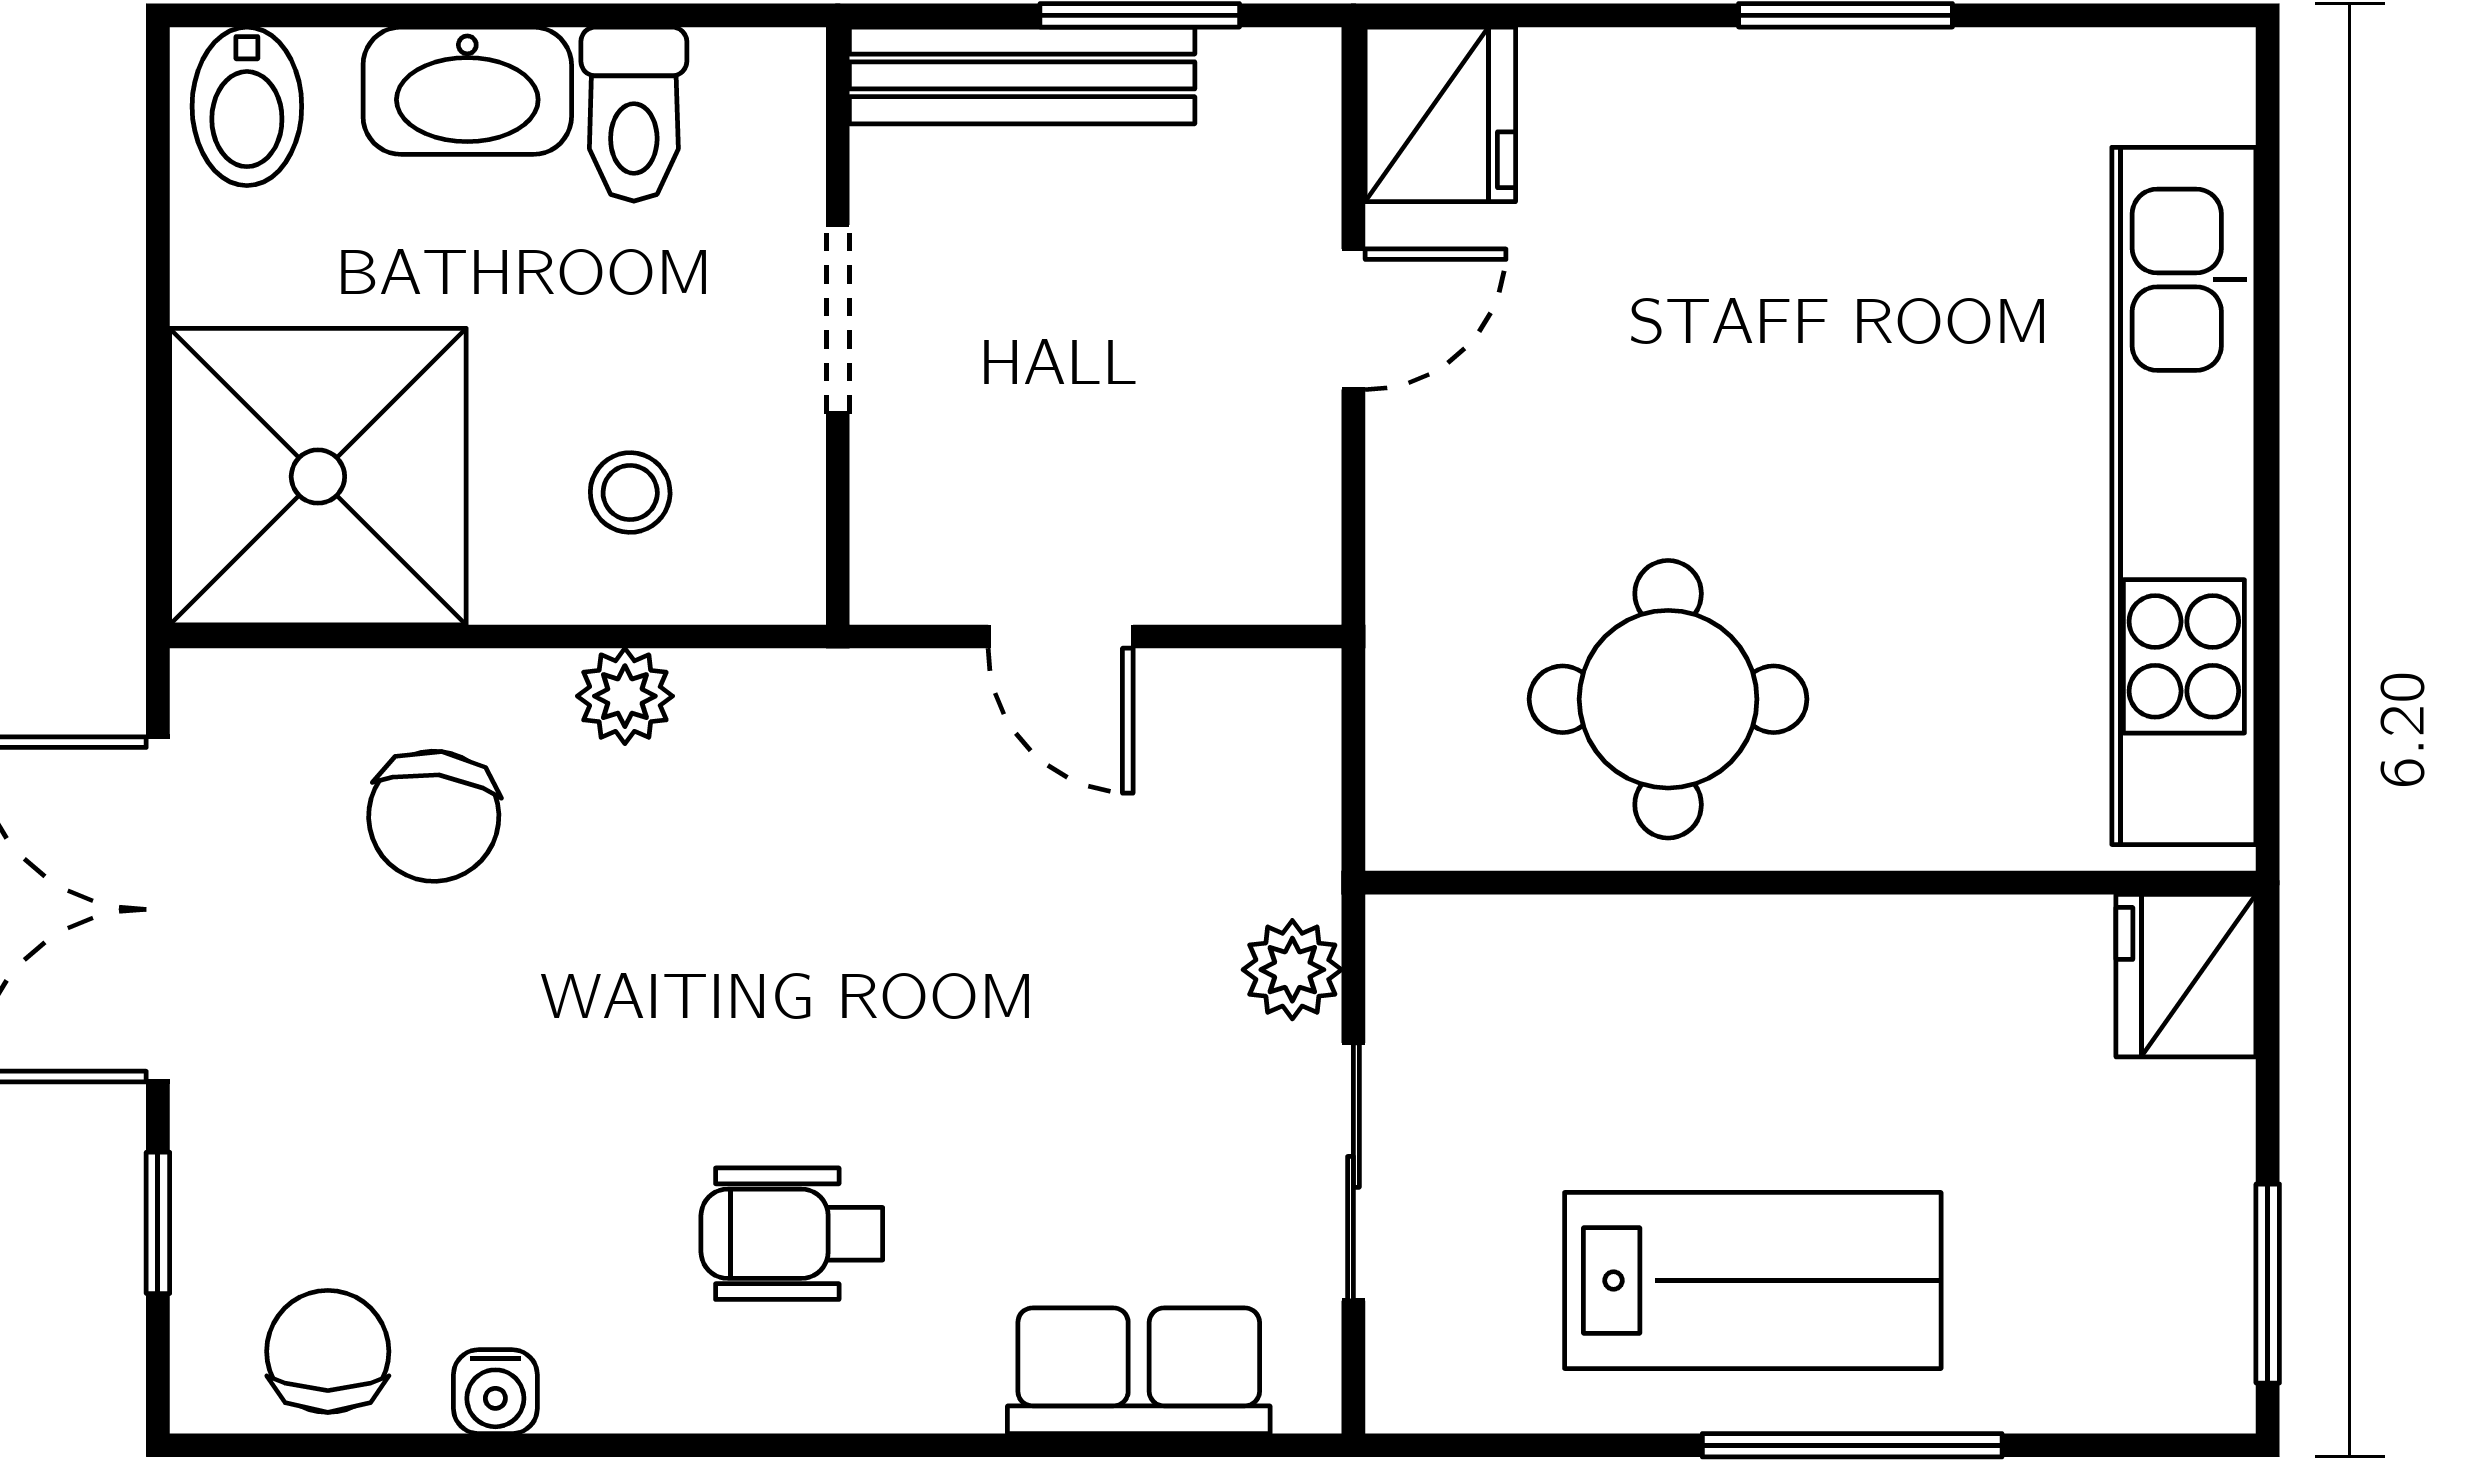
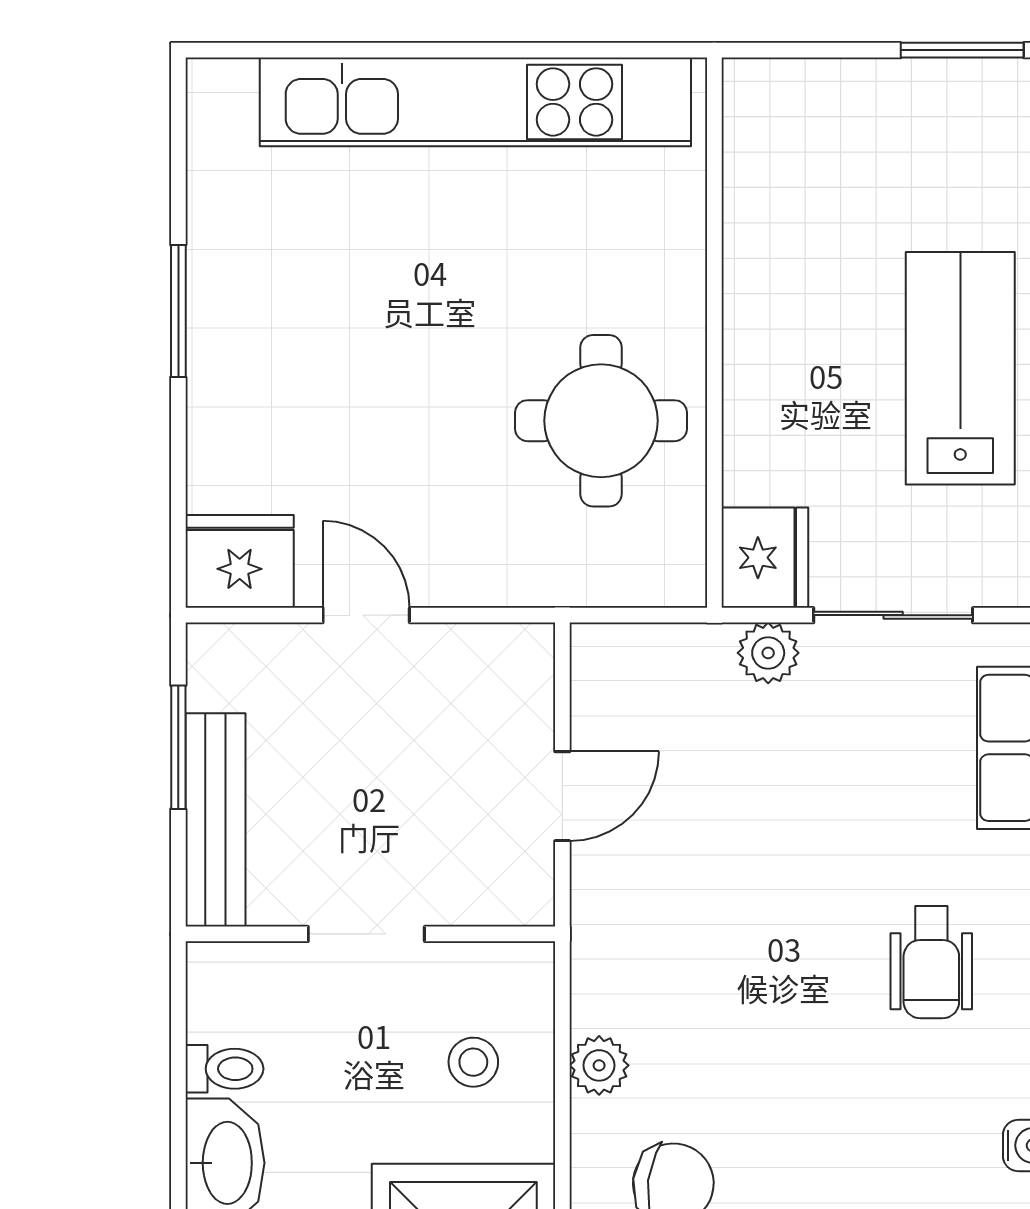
toilet: (634, 114) -> (224, 1069), width x0.73, depth x0.72
fridge: (2186, 976) -> (765, 558), moved, turned -90

